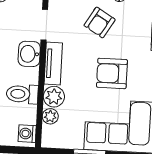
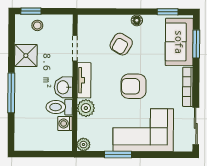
washbasin: (29, 54) -> (63, 87), moved
plant: (50, 116) -> (83, 145), moved
washing machine: (27, 134) -> (65, 124), moved

